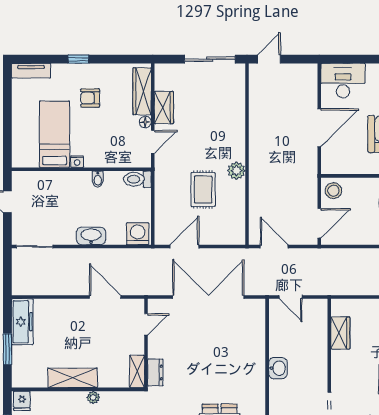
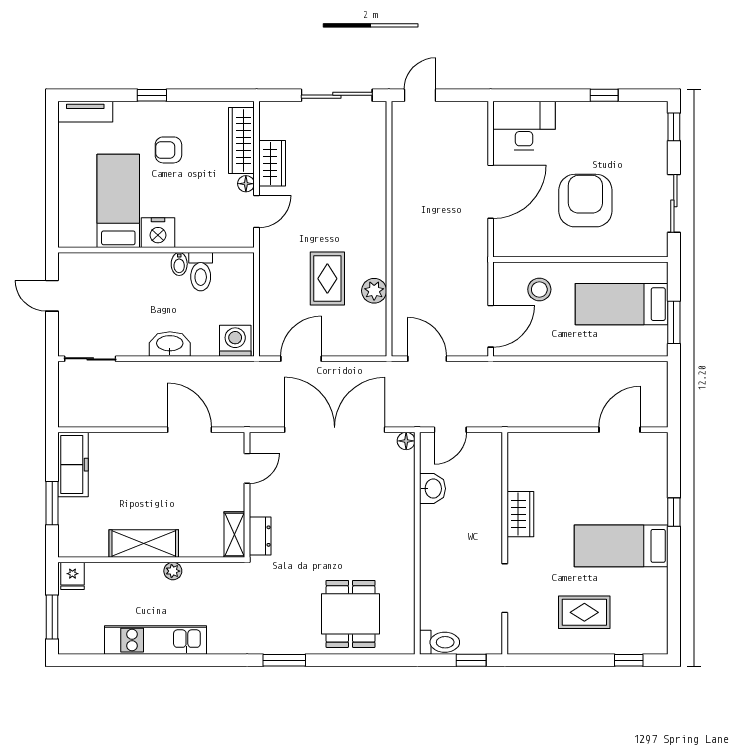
nightstand: (77, 162) -> (158, 233), width x1.89, depth x1.79
plant: (236, 171) -> (374, 291), moved
toilet: (137, 179) -> (201, 272), moved, turned -90
stool: (333, 191) -> (539, 289), moved
door: (291, 297) -> (450, 430), hinge flipped
floor lamp: (259, 305) -> (406, 441), added
wardrobe: (340, 333) -> (520, 514), moved
washbasin: (278, 368) -> (433, 489), moved

